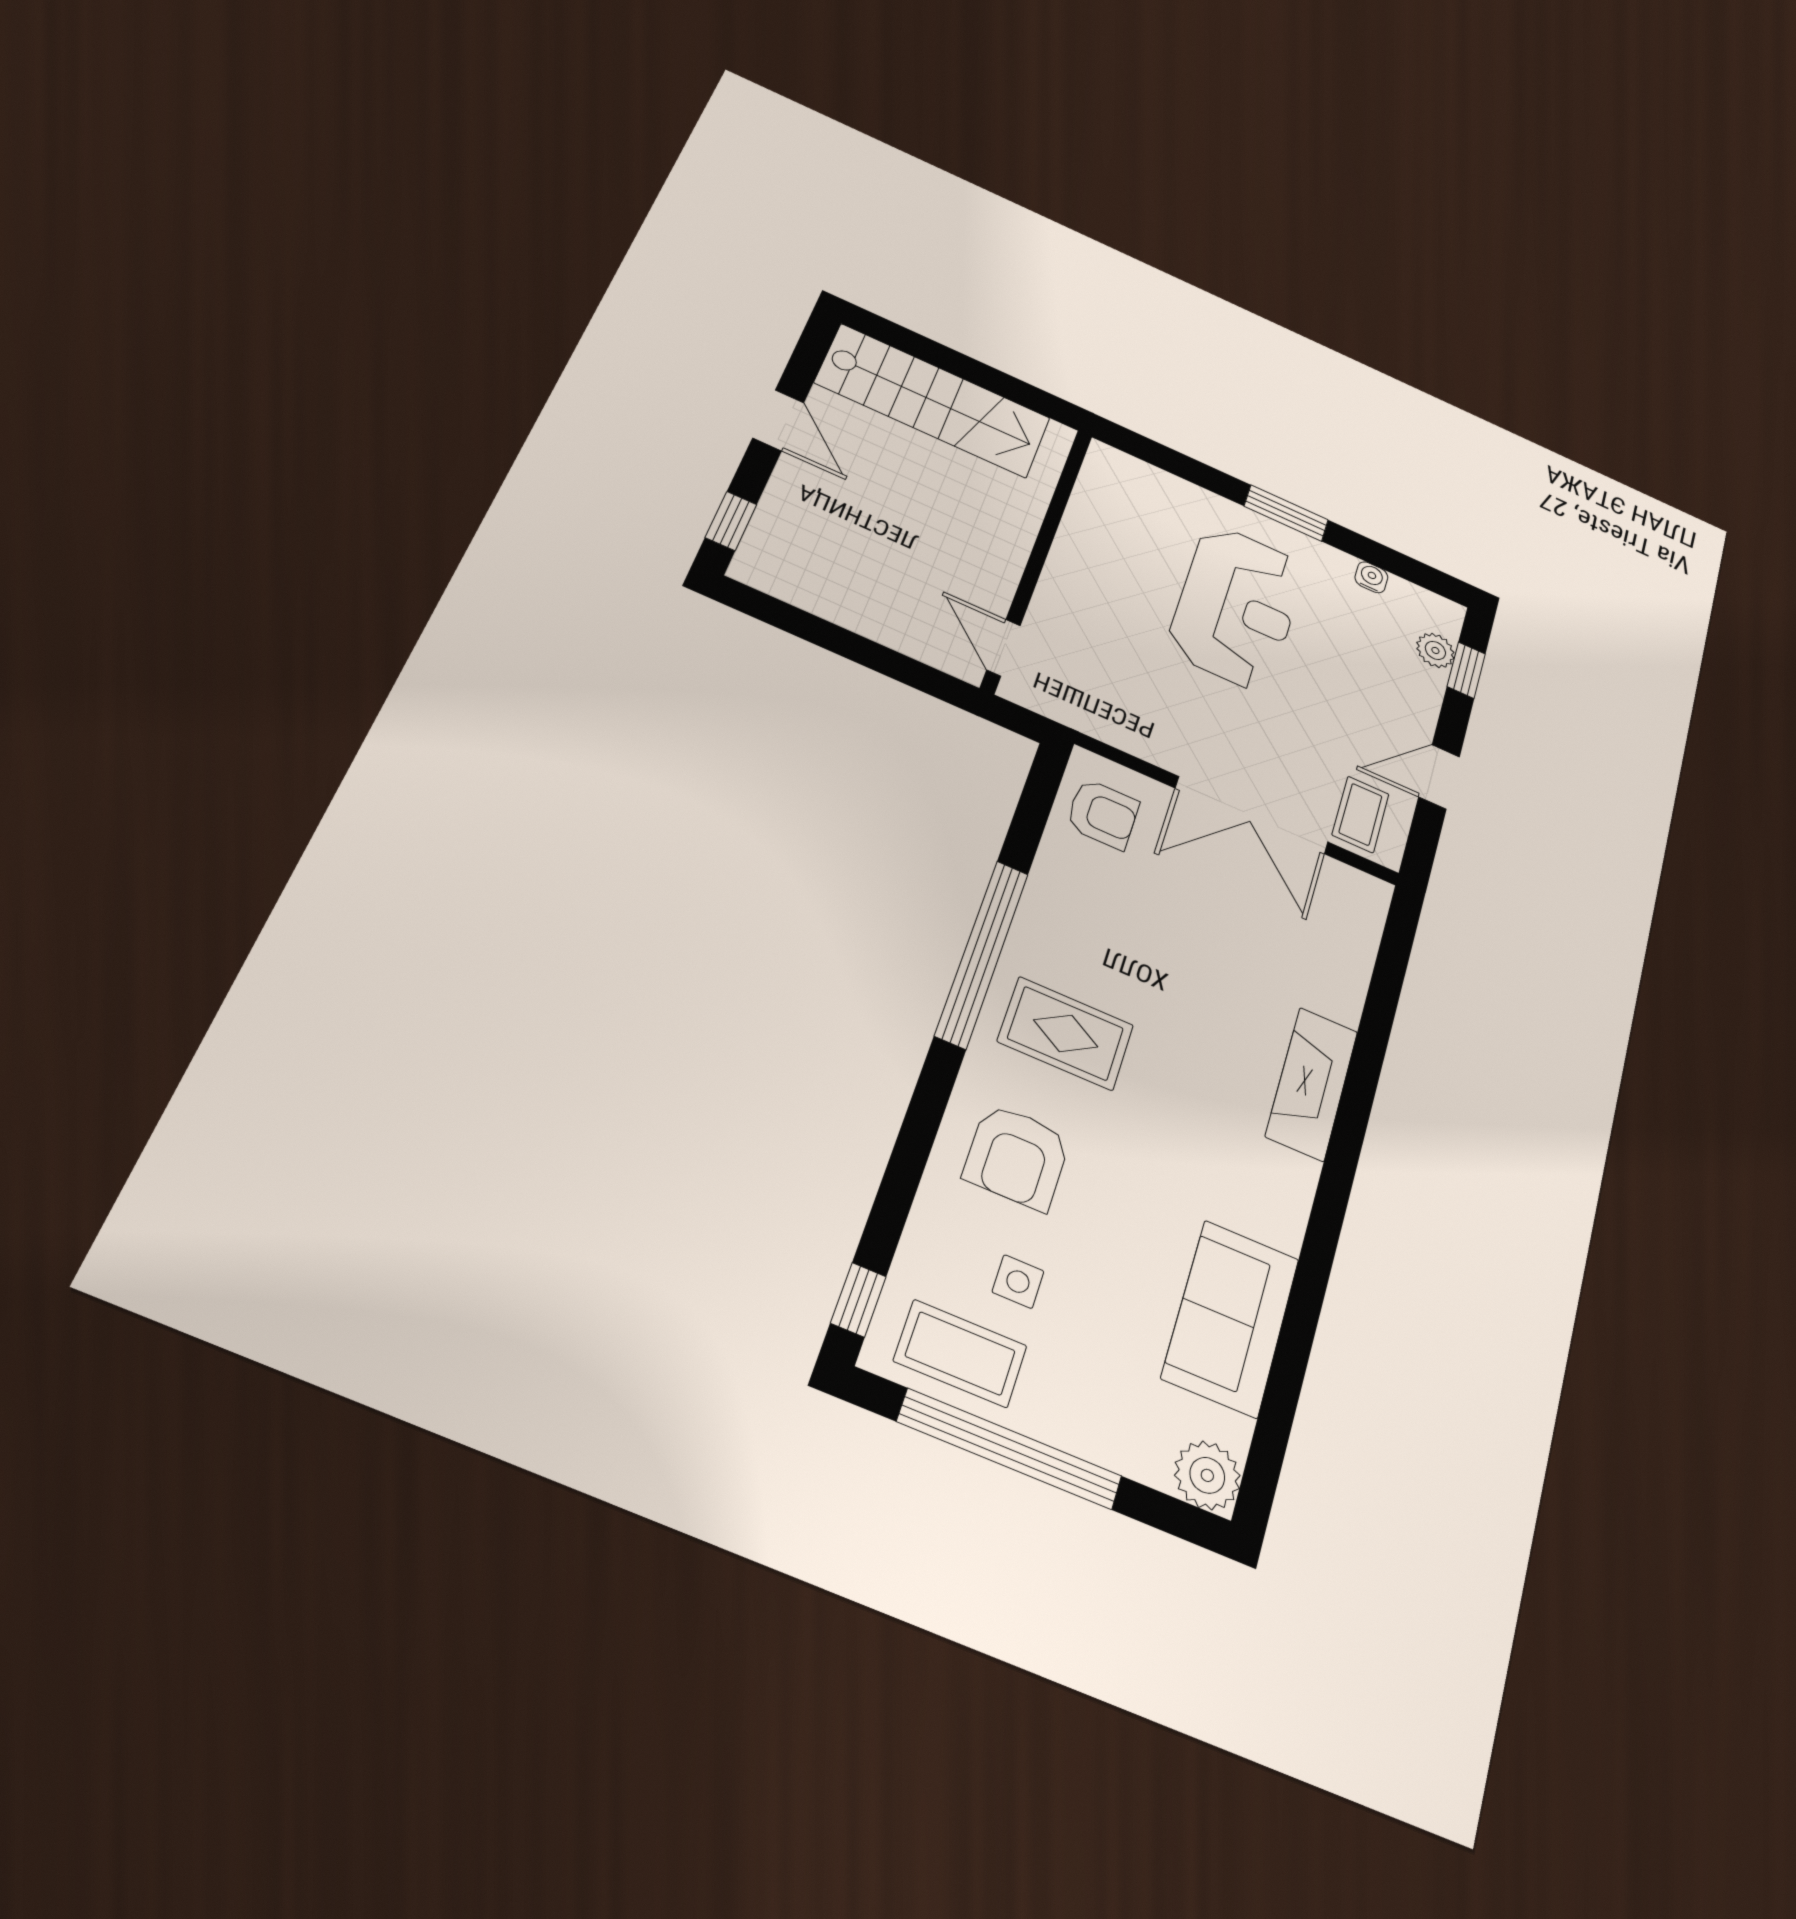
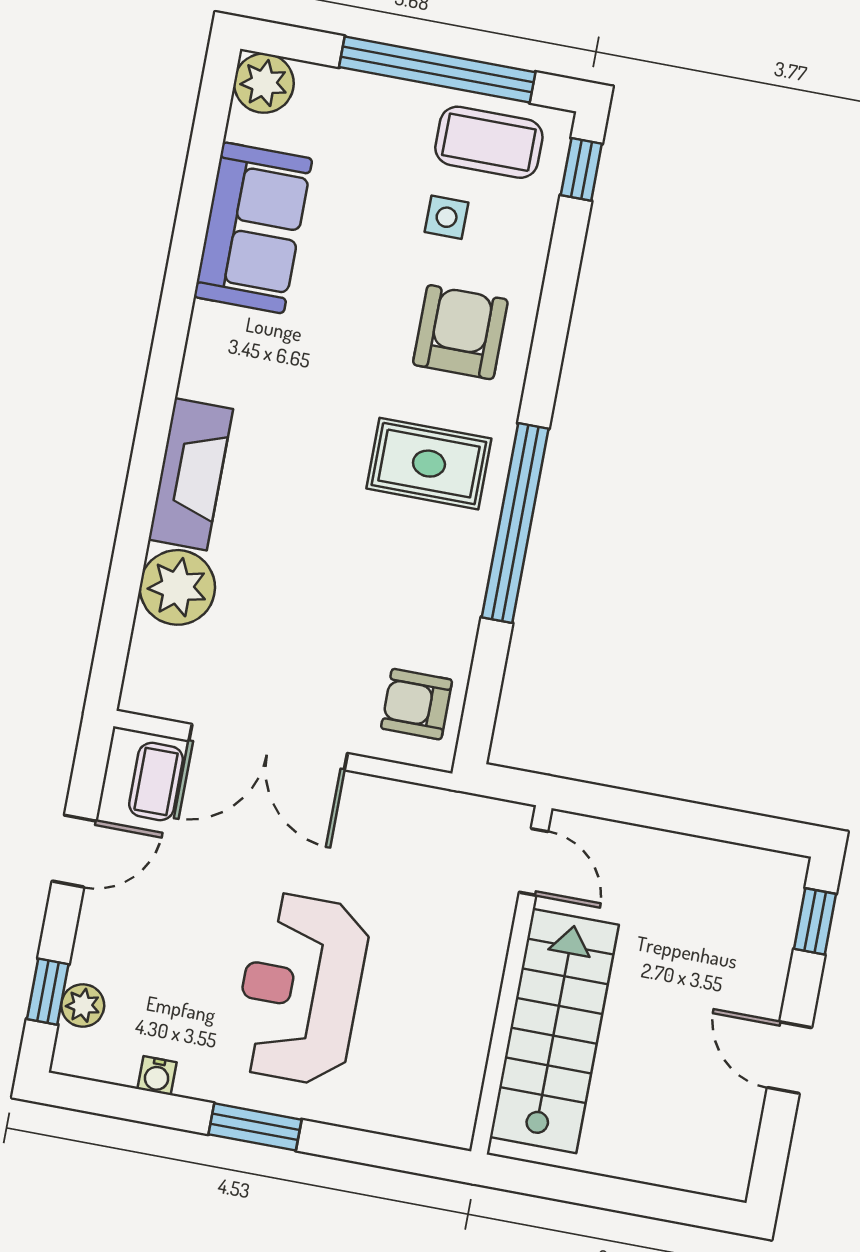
stairs: (933, 401) -> (554, 1031), moved, turned 90
double door: (1252, 815) -> (268, 747), swing flipped
plant: (1331, 981) -> (177, 587), added

